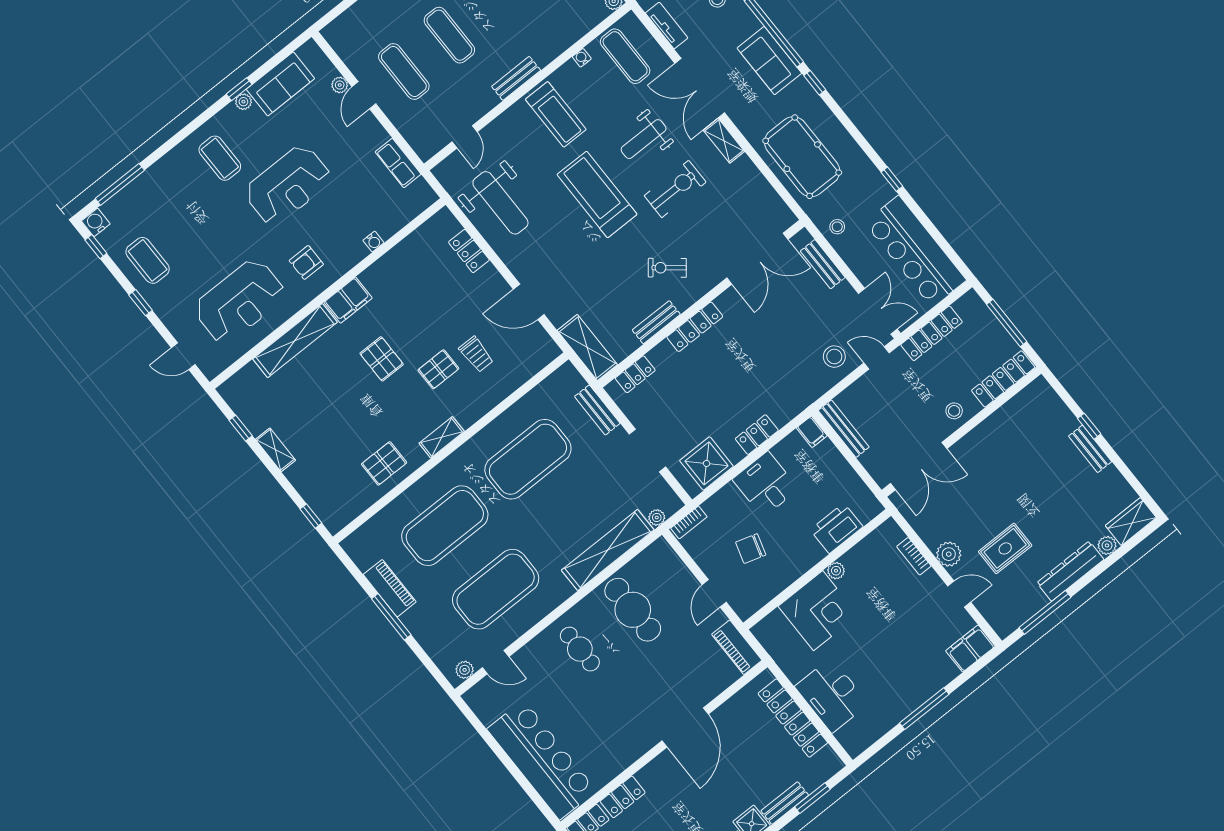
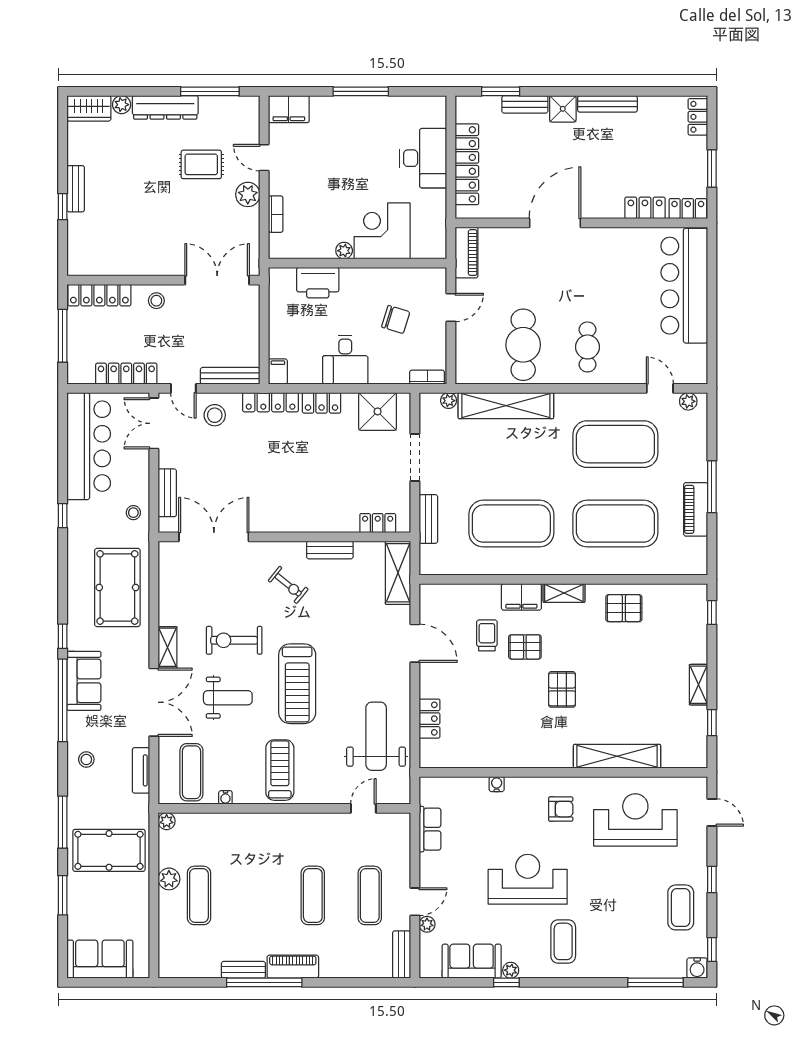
bench: (516, 78) -> (402, 955), moved, turned 90
filing cabinet: (348, 300) -> (521, 597), moved, turned 180
locker: (695, 327) -> (271, 402), moved, turned 180
bench: (844, 429) -> (230, 376), moved, turned 90

